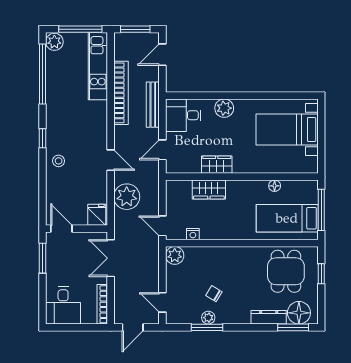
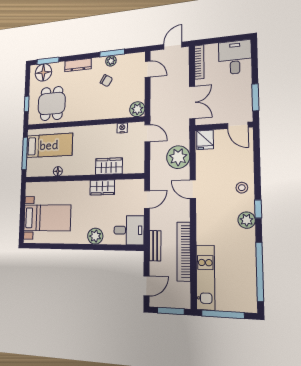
plant: (54, 42) -> (247, 220), moved
bench: (153, 105) -> (155, 246), width x0.73
dresser: (269, 317) -> (78, 65), moved

